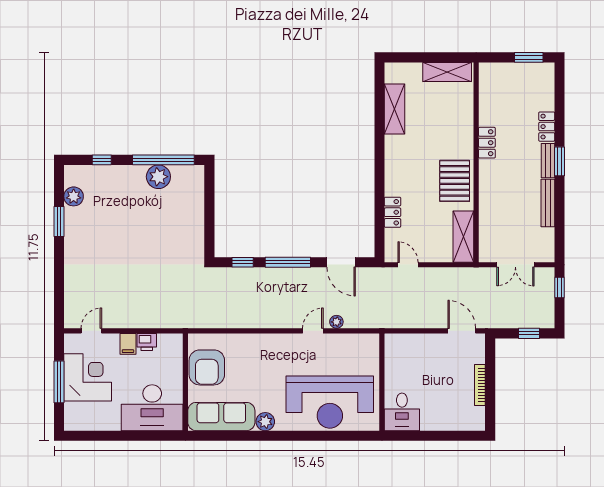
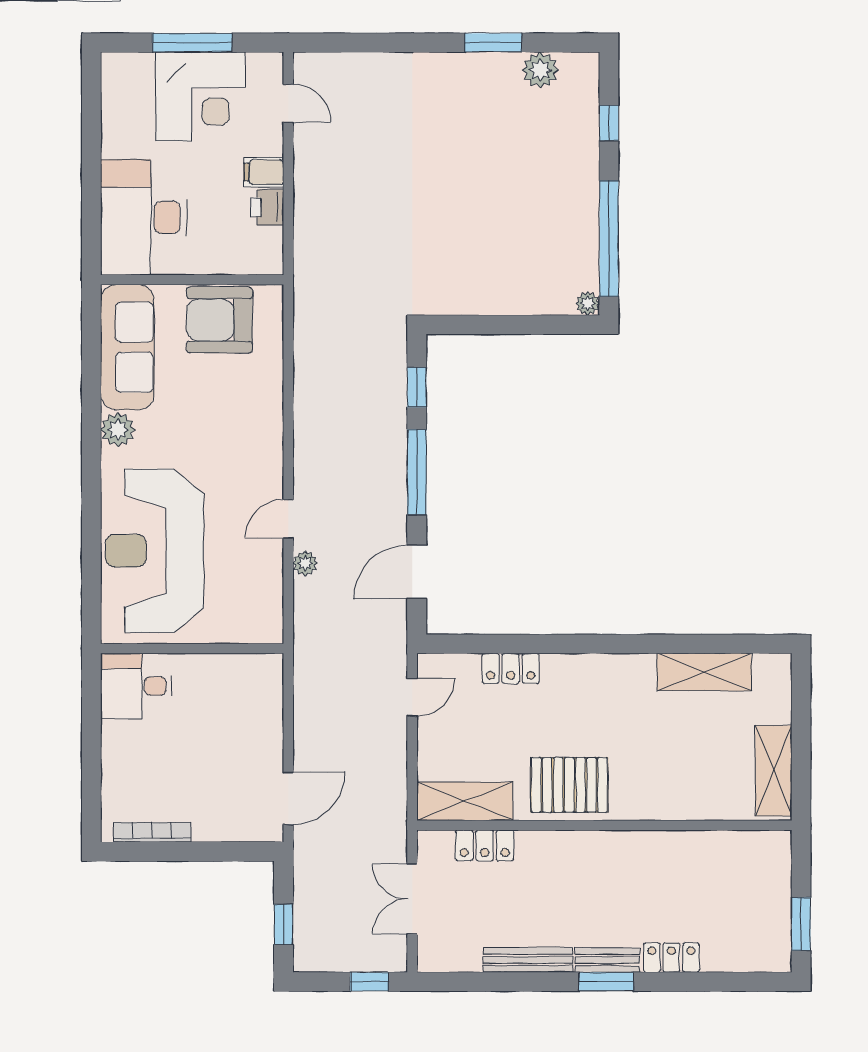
locker: (487, 143) -> (485, 845), moved
plant: (158, 177) -> (588, 303), moved, width x0.53, depth x0.53
door: (313, 331) -> (288, 519), swing flipped
bookcase: (480, 385) -> (152, 832), moved

